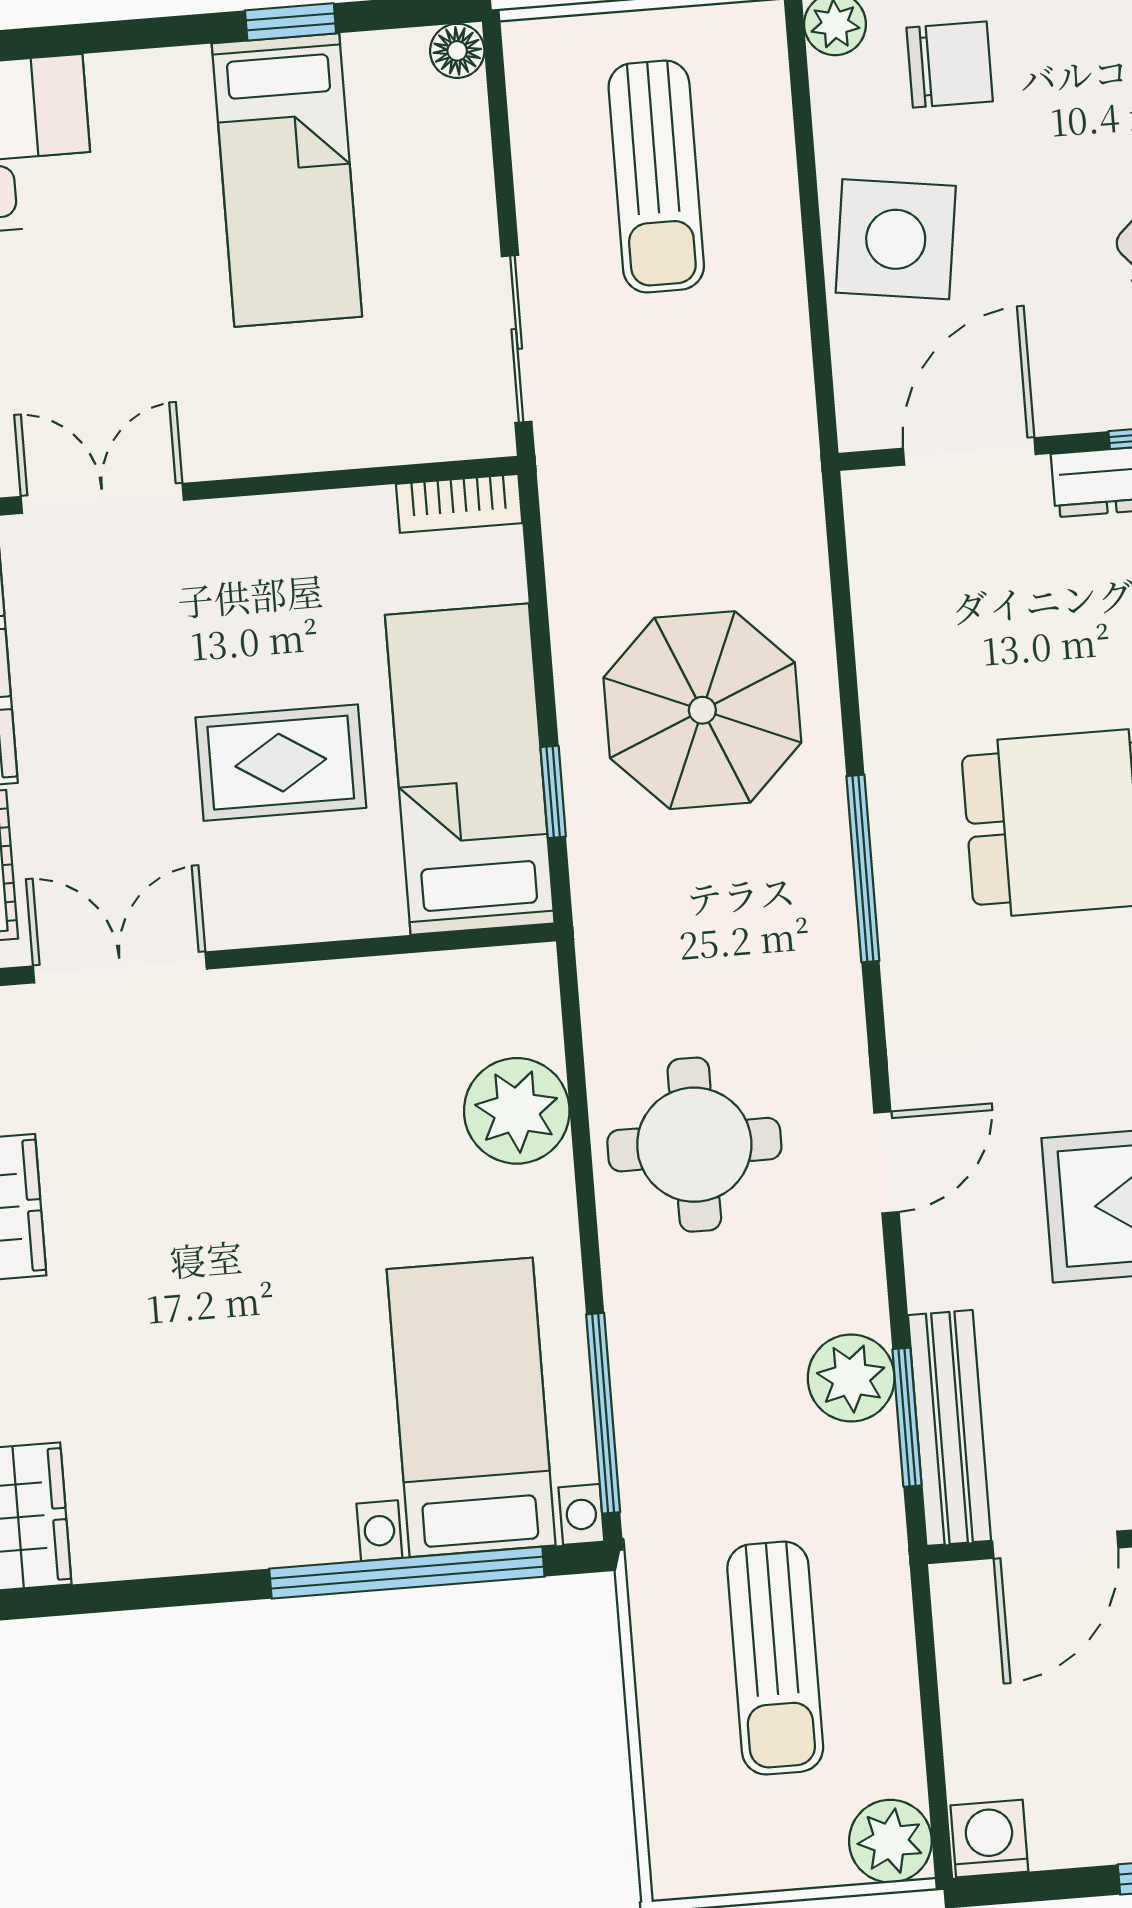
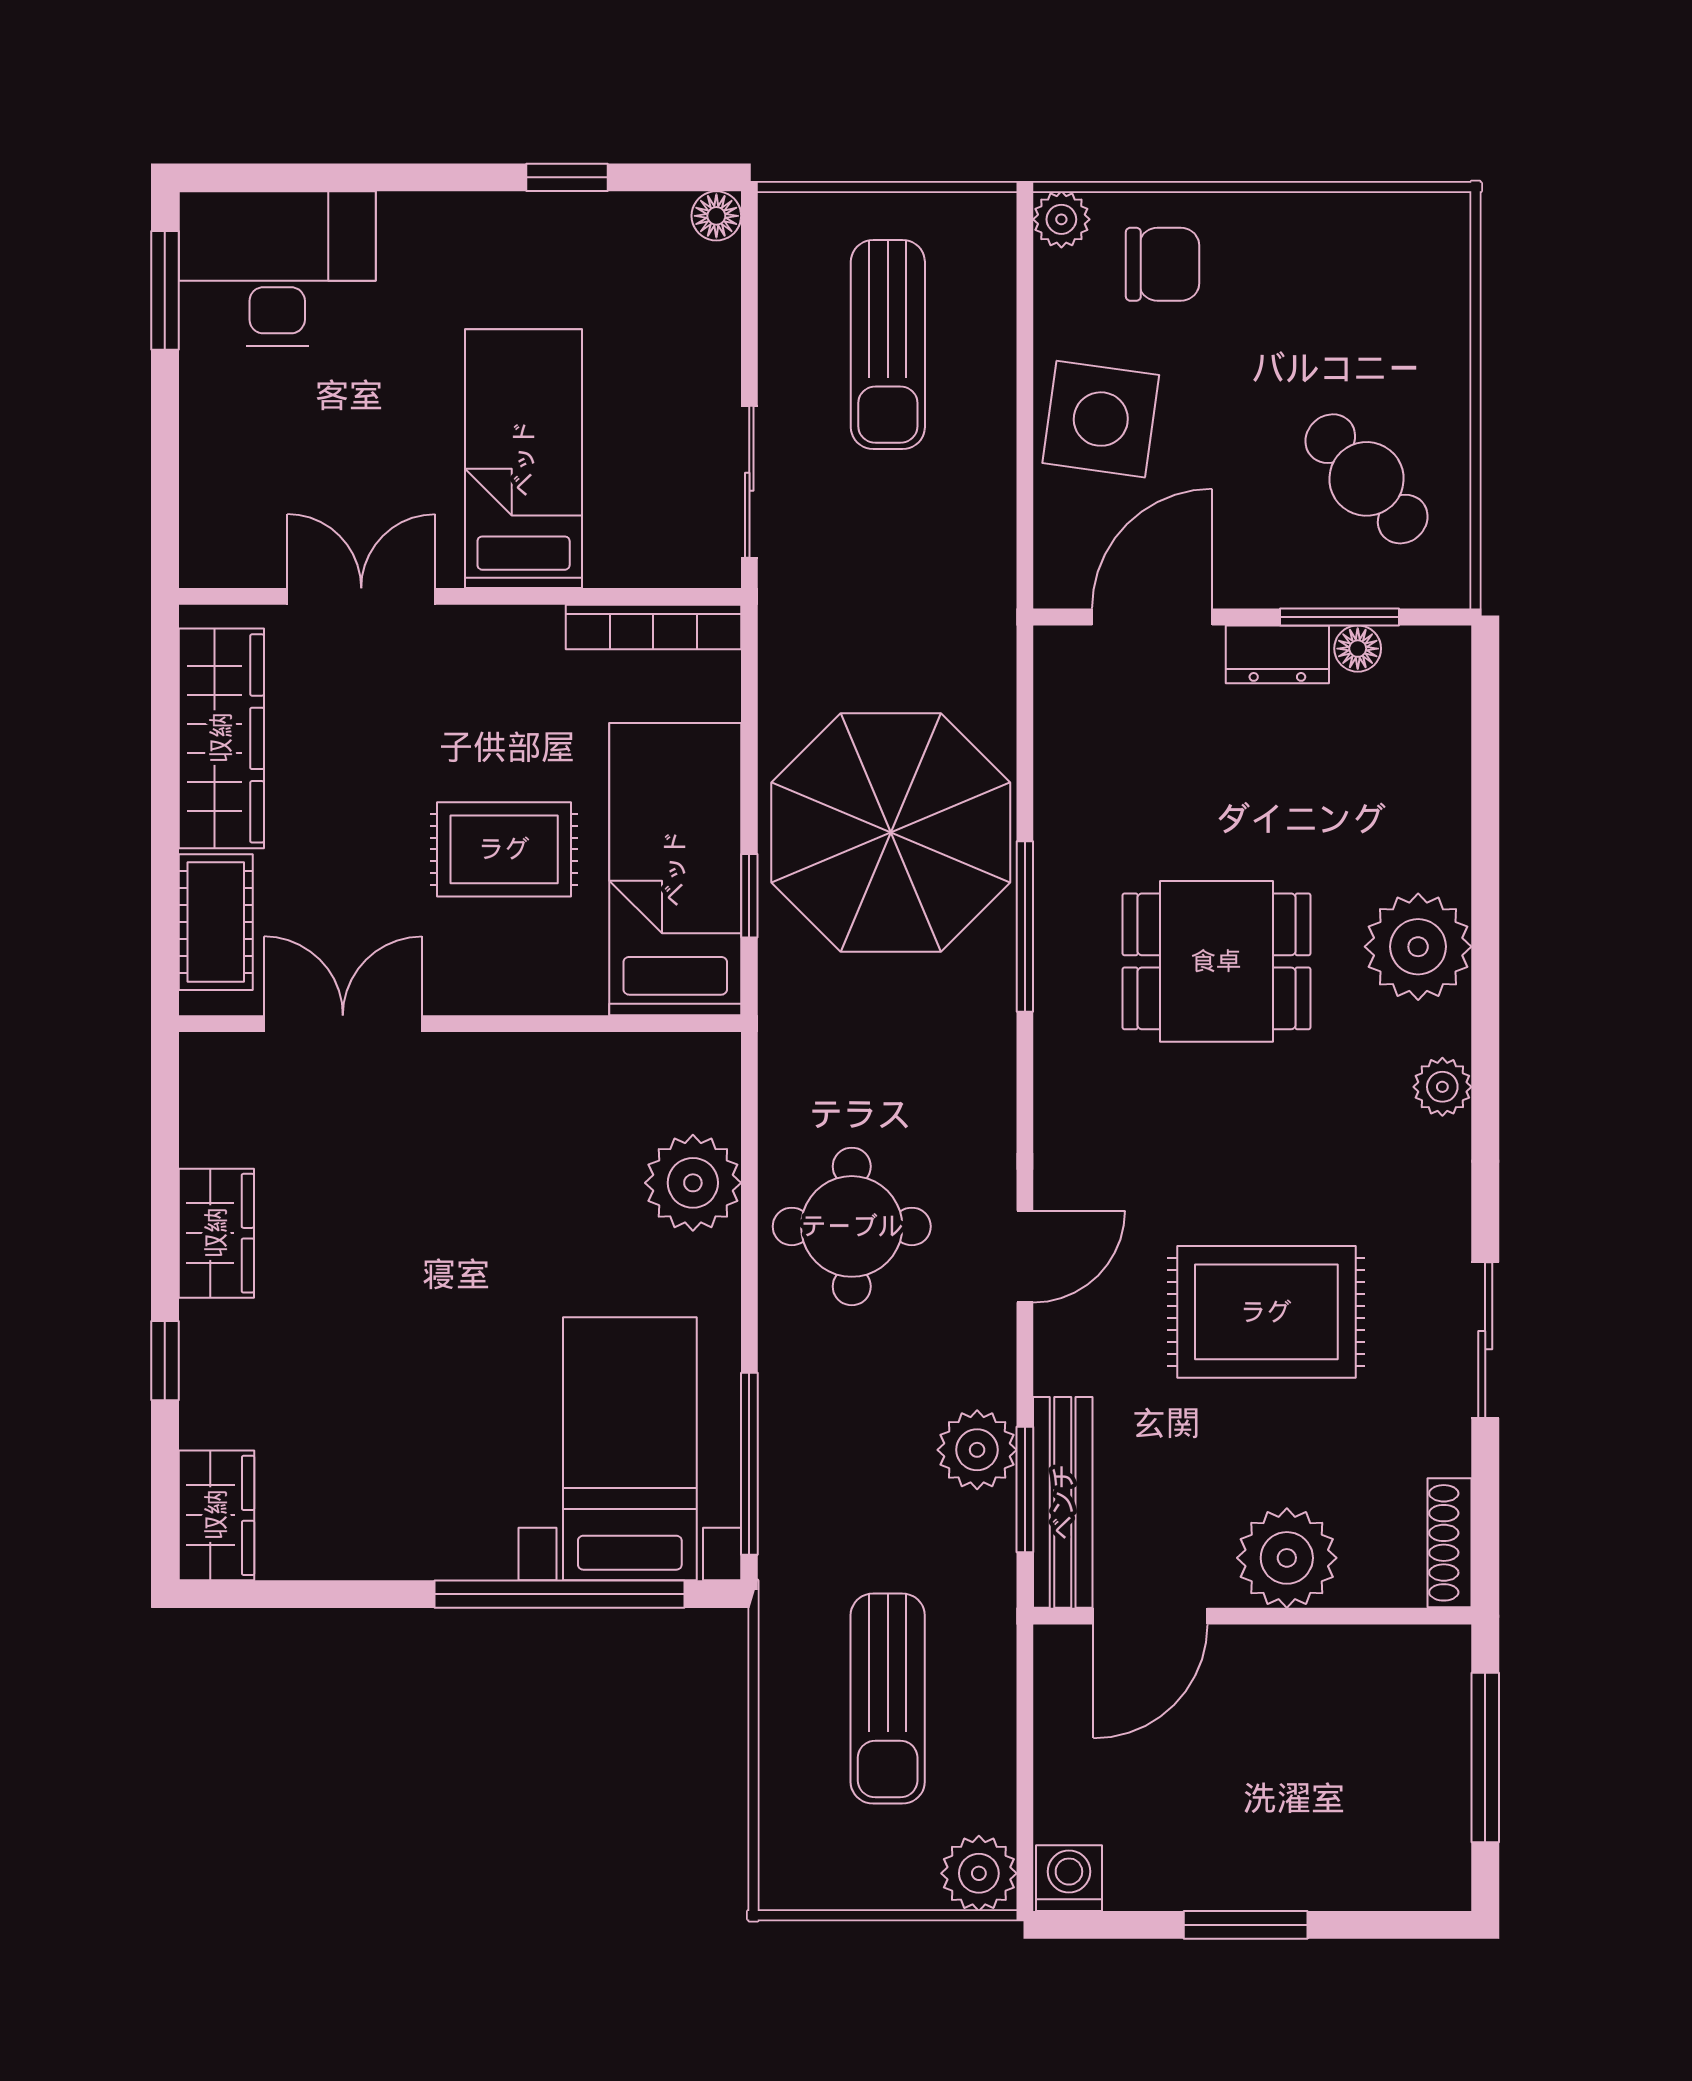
bed: (287, 180) -> (524, 459), moved, turned 180
bookcase: (459, 503) -> (653, 627), width x1.56
parasol: (702, 710) -> (891, 833), width x1.36, depth x1.36
window: (863, 868) -> (1025, 927), moved

